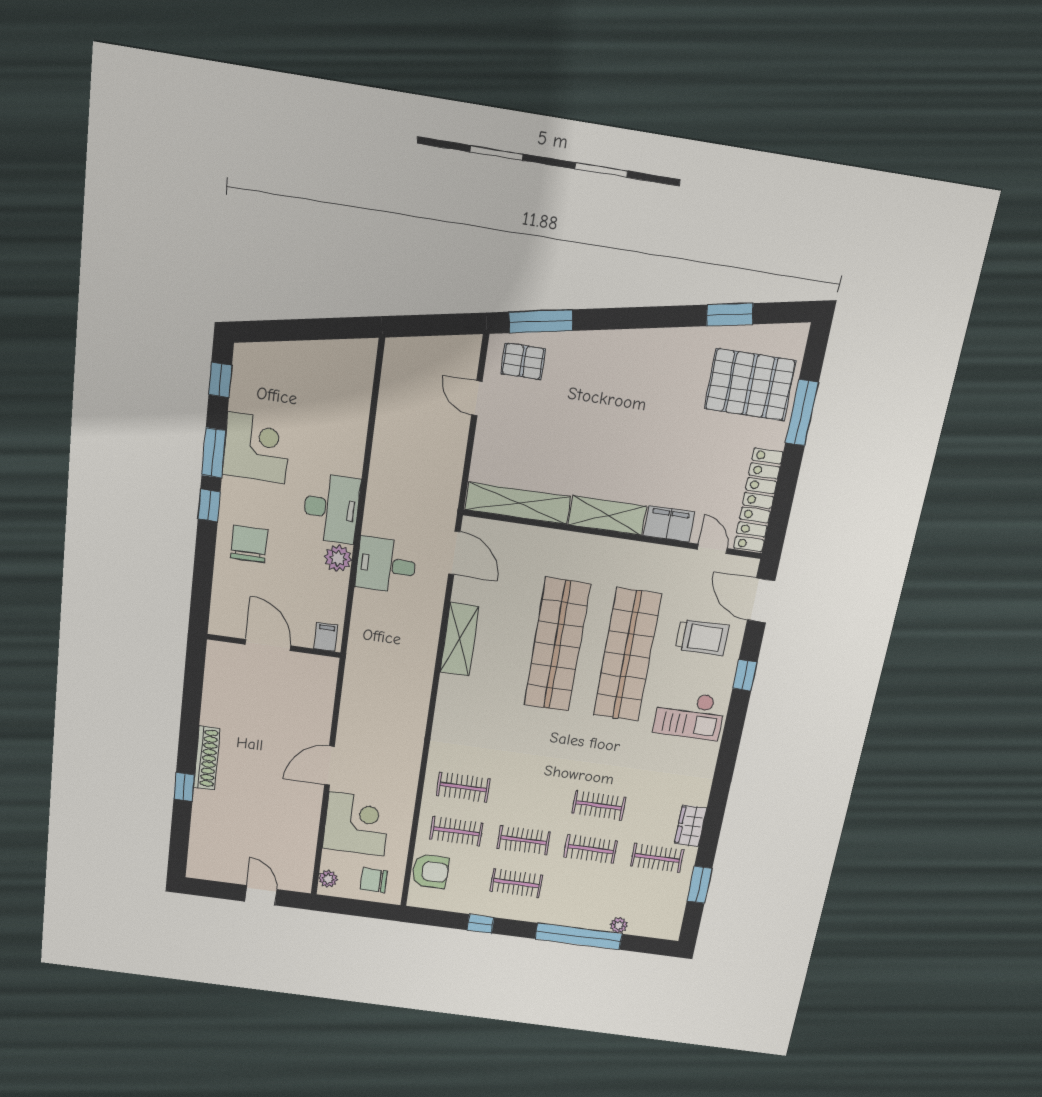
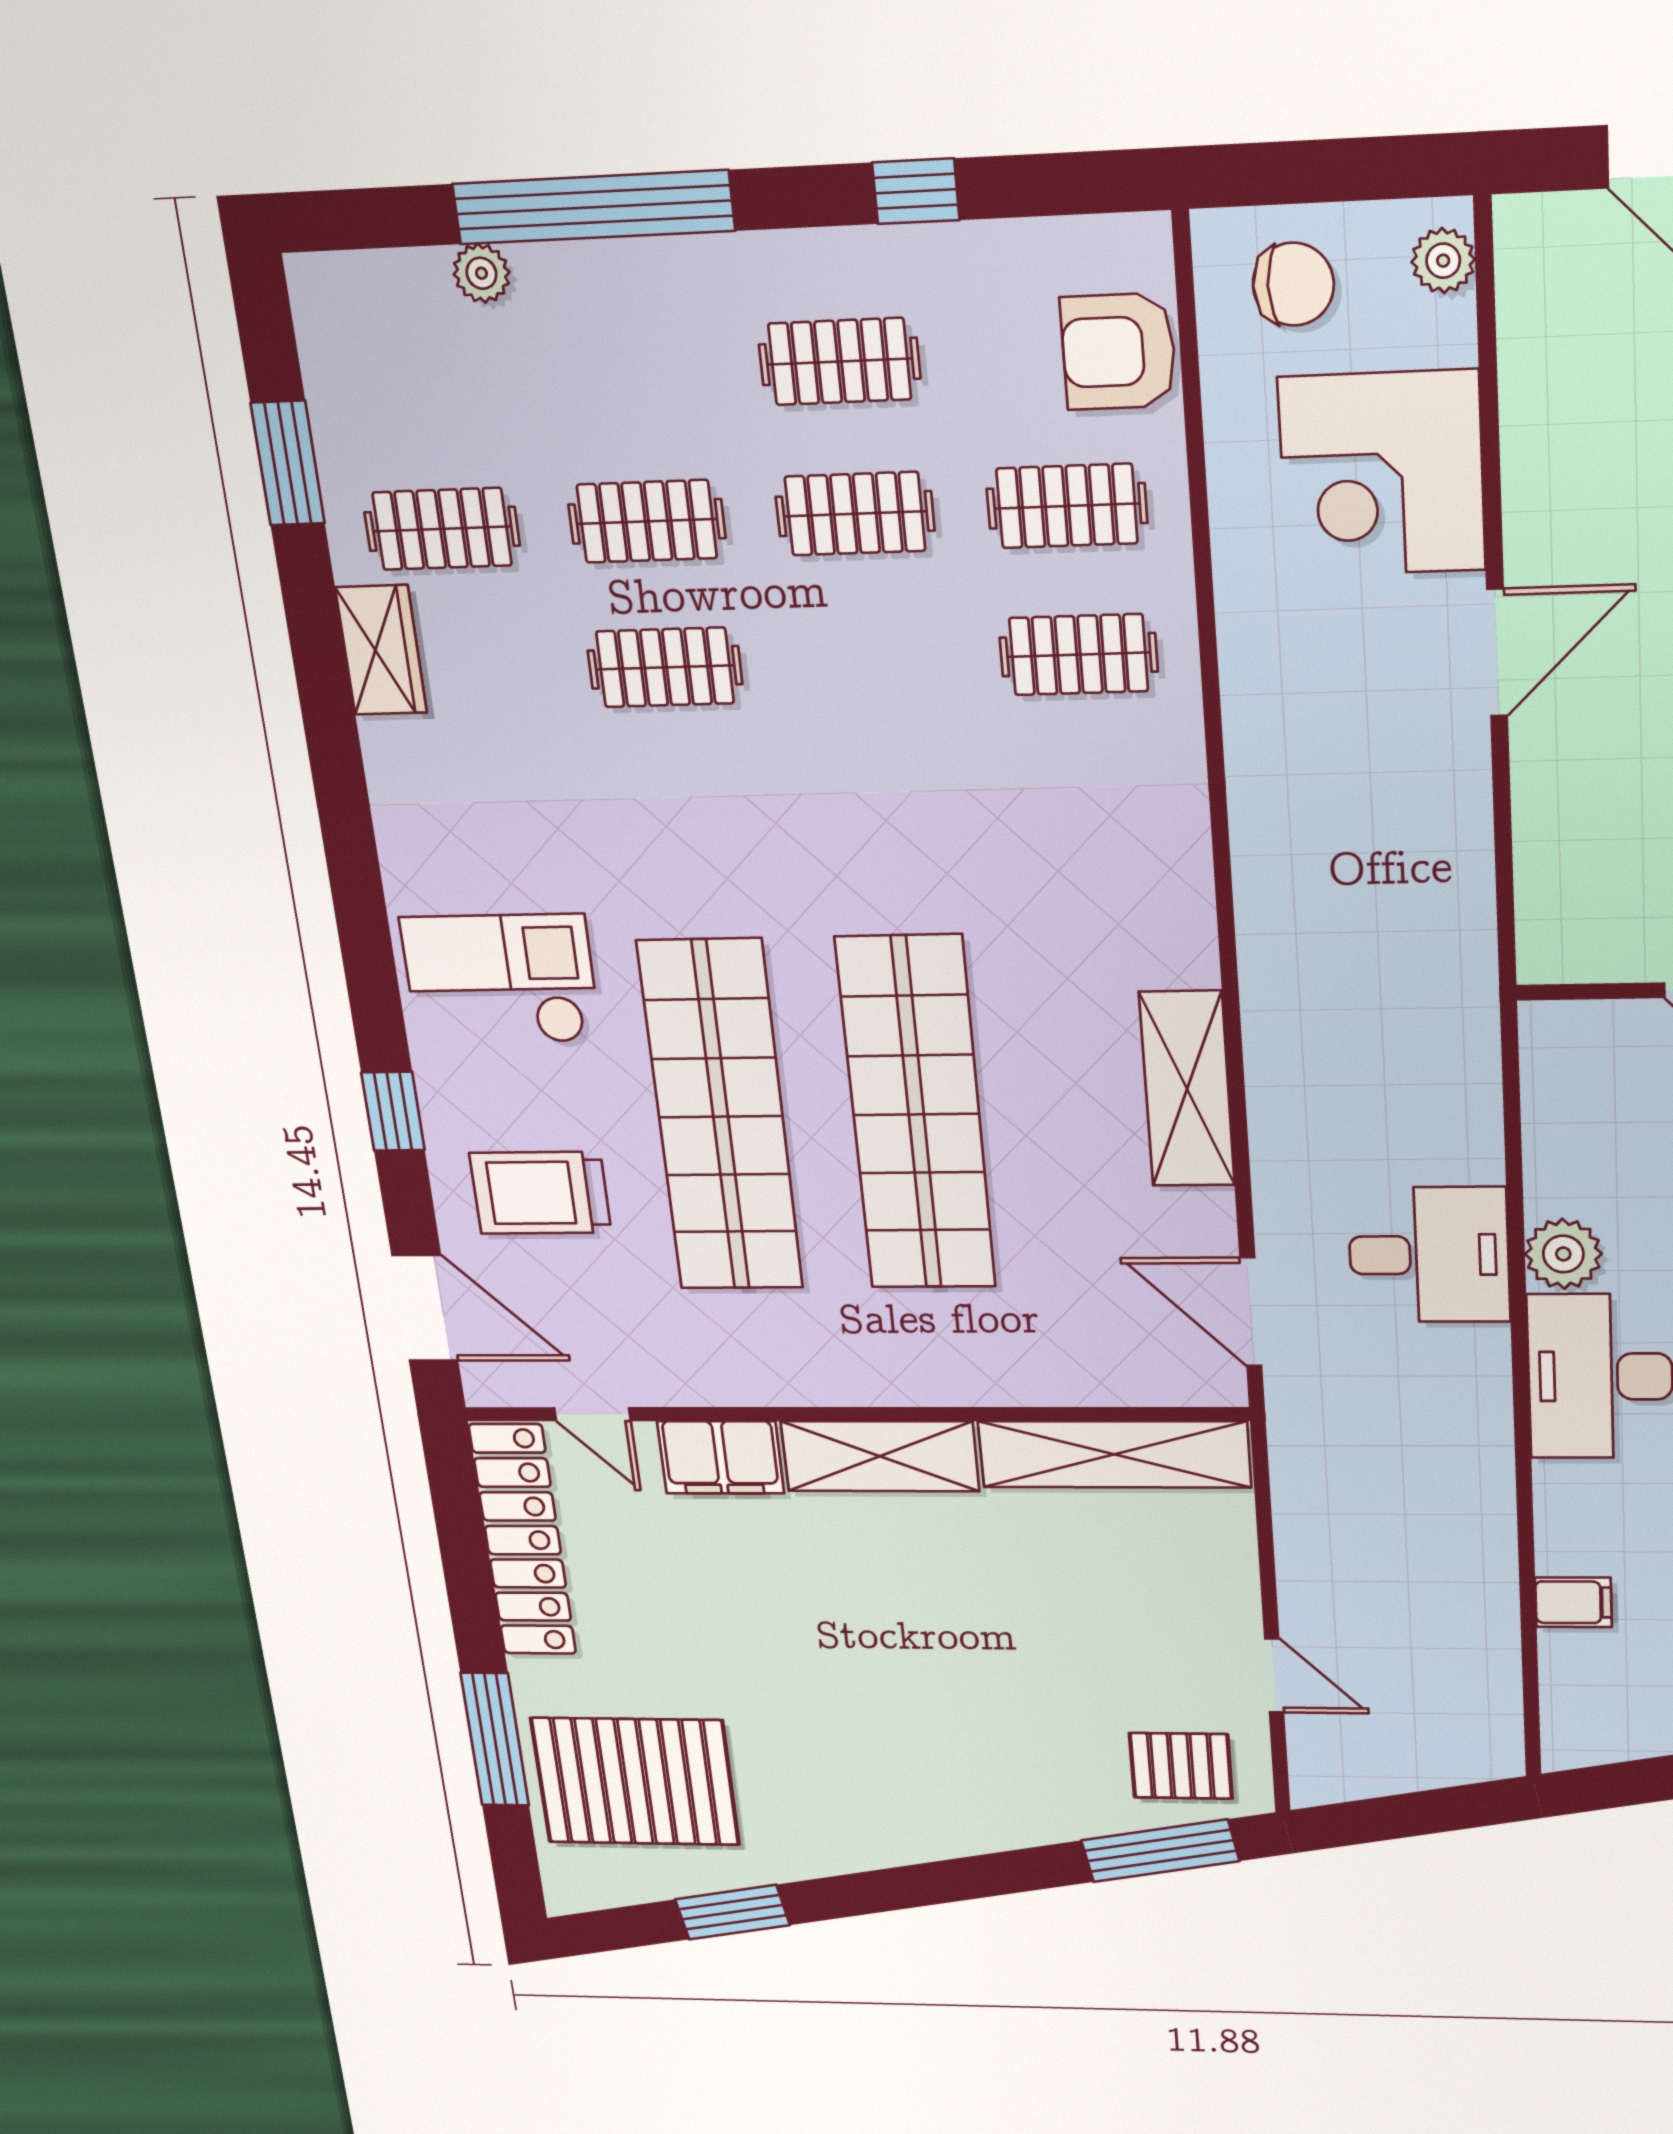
filing cabinet: (326, 637) -> (1573, 1602), moved, turned -90

